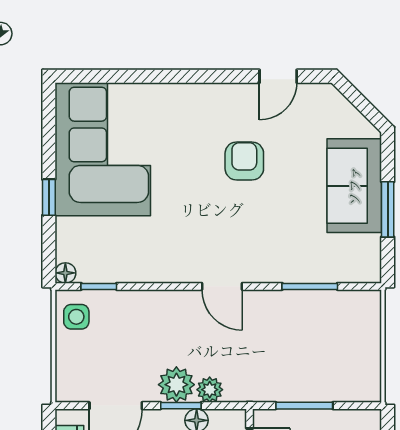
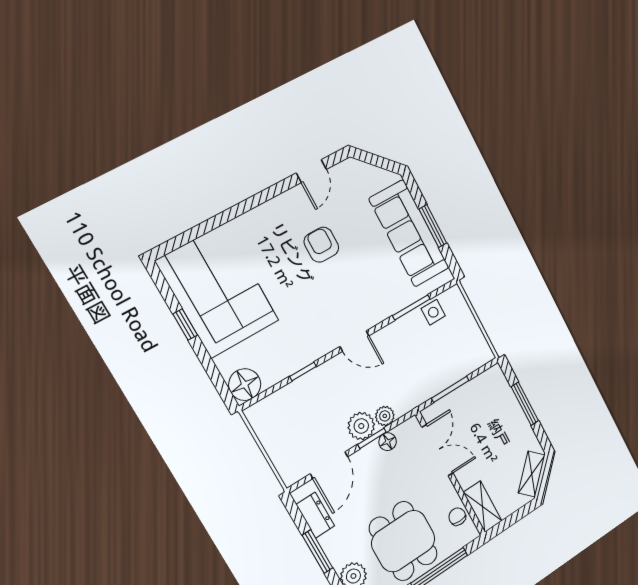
sofa: (354, 186) -> (409, 233), width x1.36
window: (49, 197) -> (185, 325), moved
floor lamp: (65, 273) -> (245, 385), width x1.89, depth x1.89
window: (99, 286) -> (303, 371), moved
side table: (76, 317) -> (433, 312), moved

